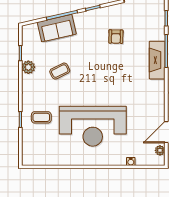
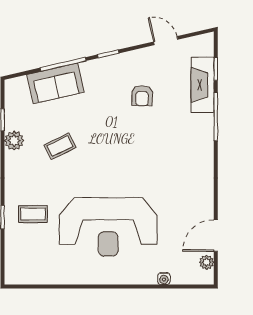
fireplace: (157, 60) -> (203, 85), moved

